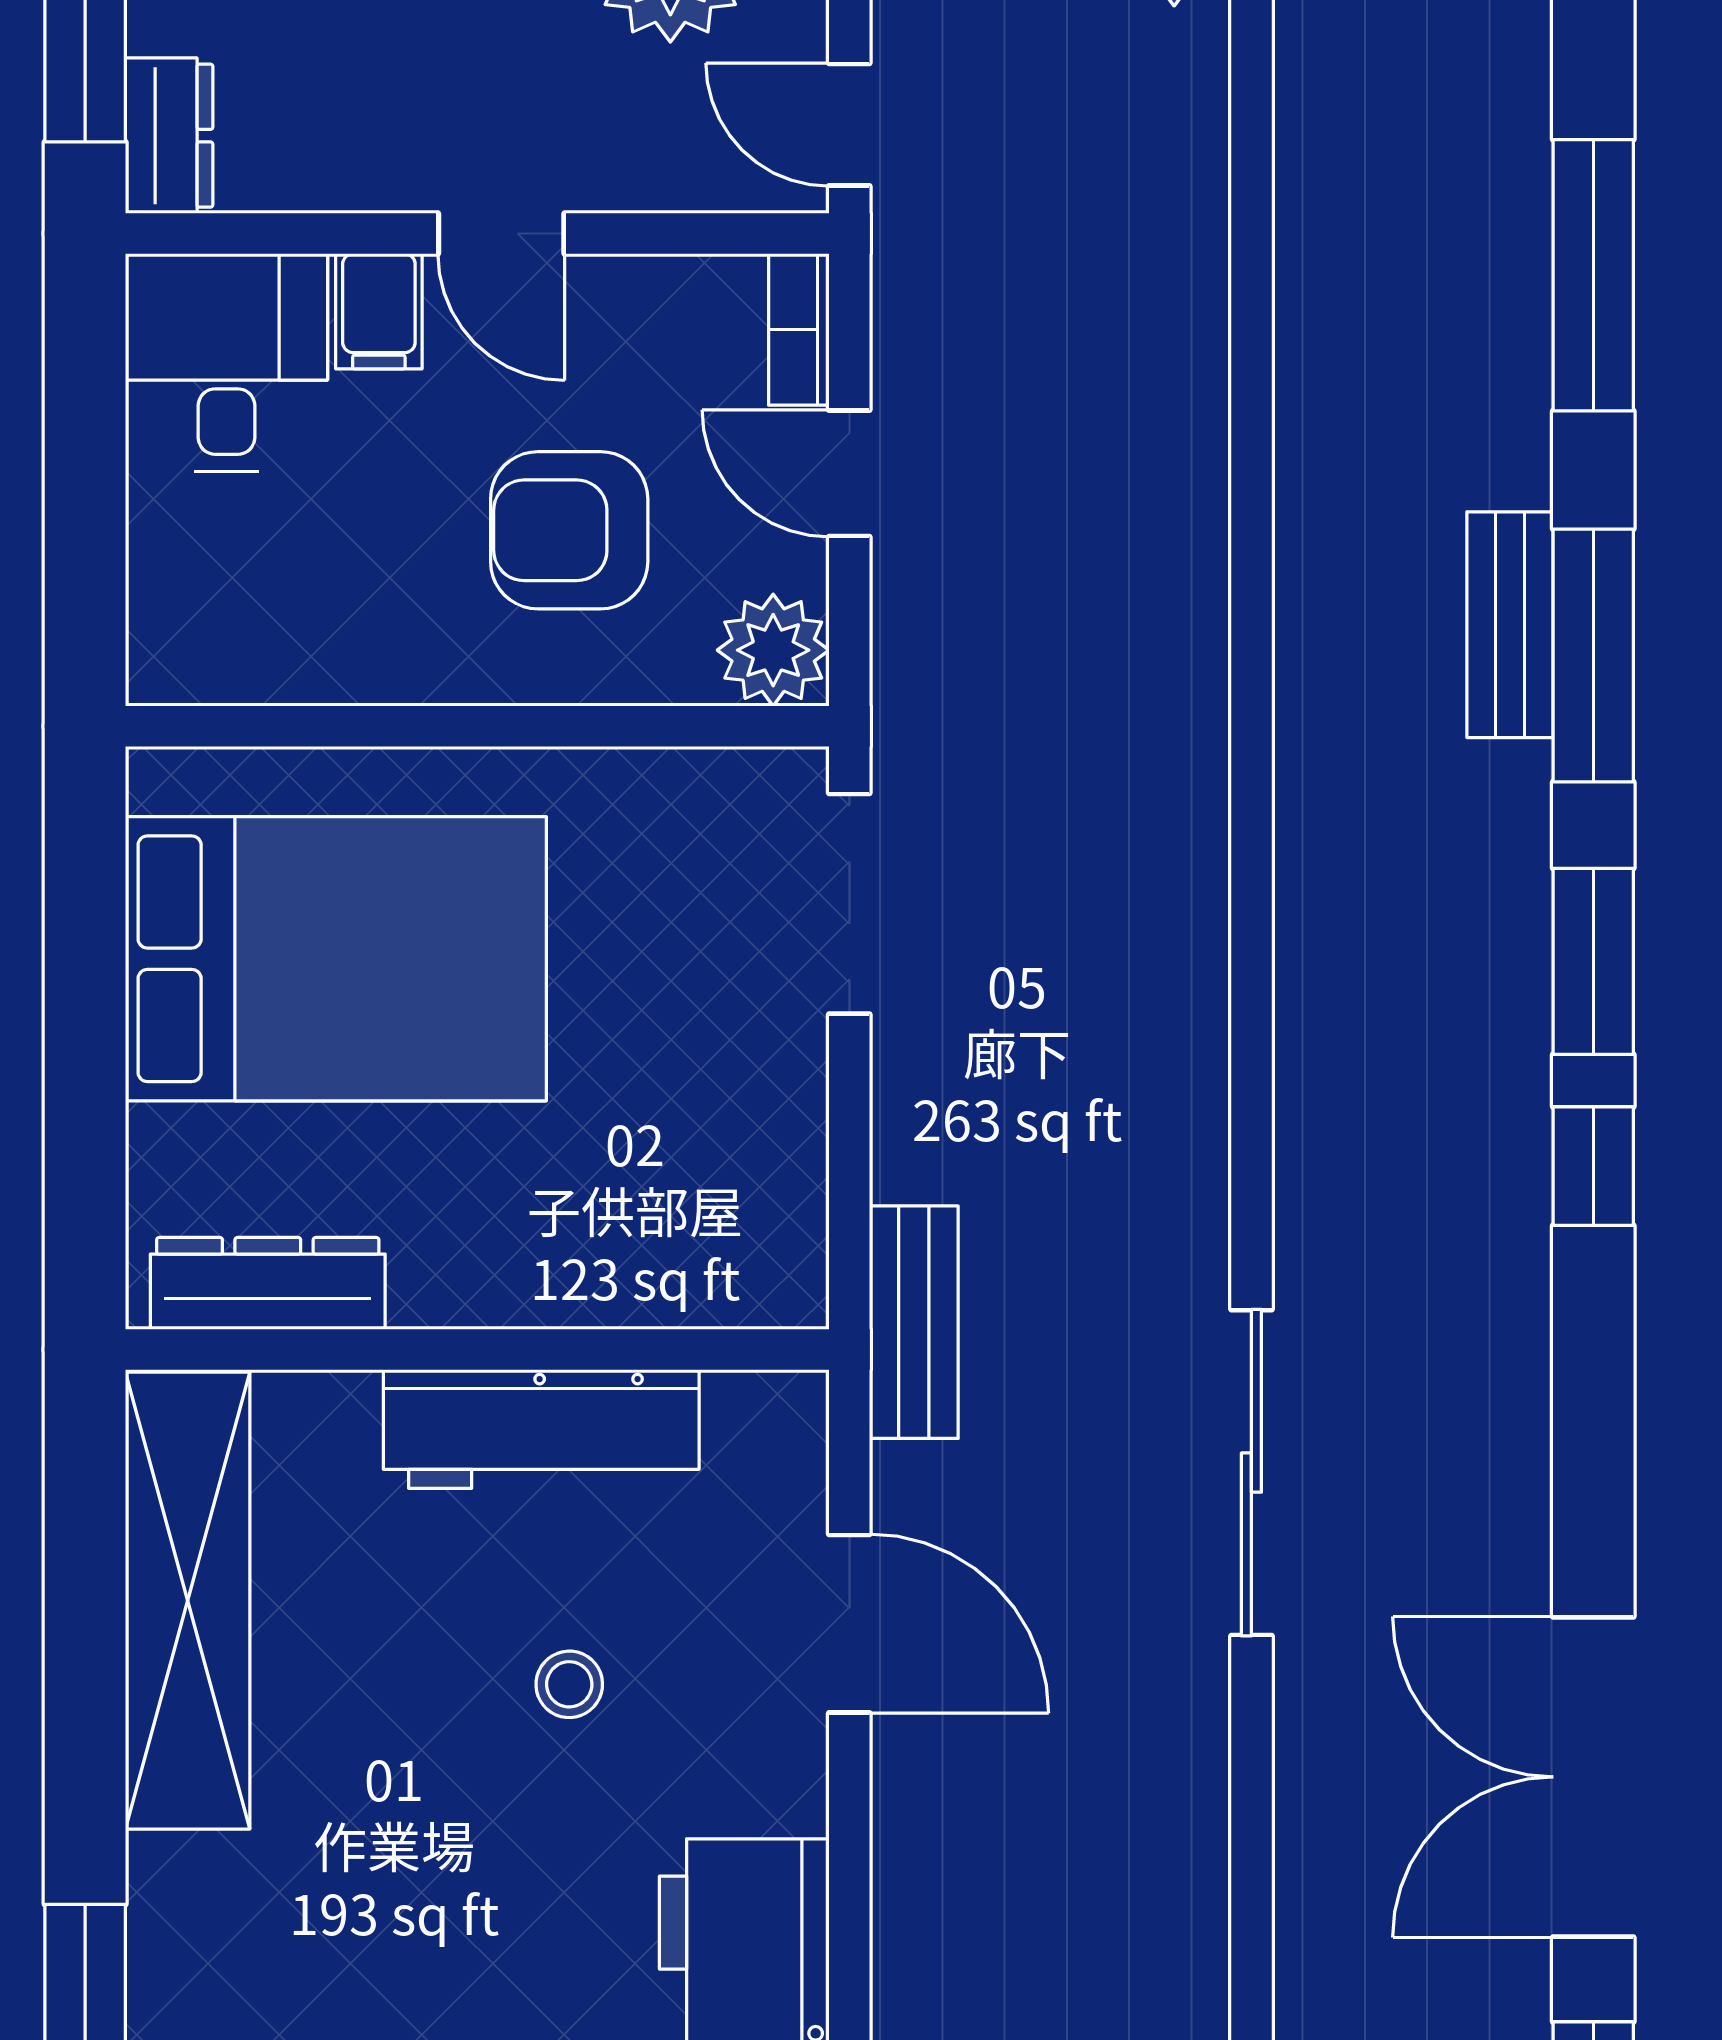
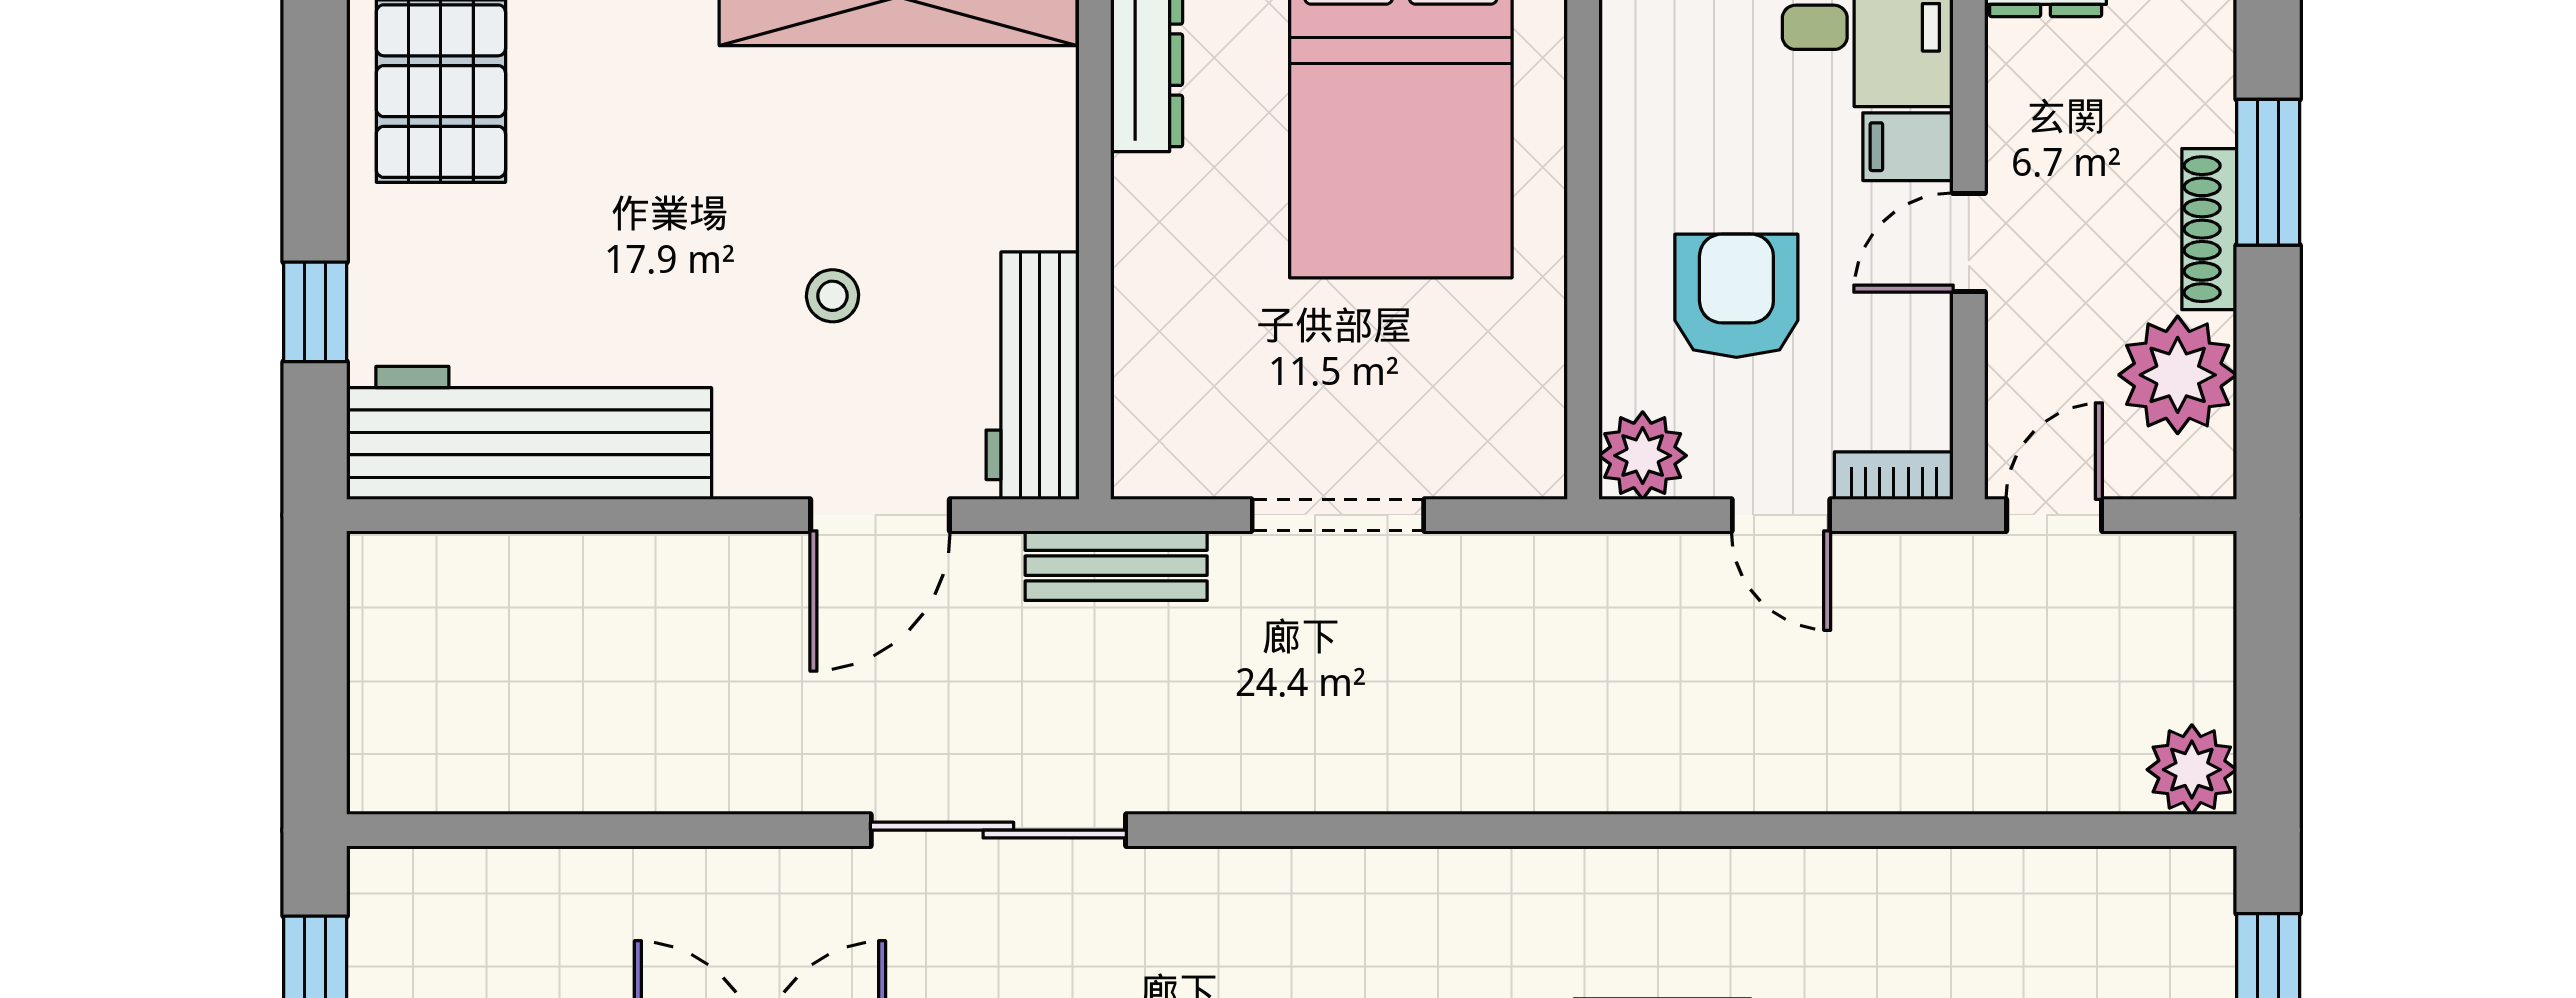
door: (849, 473) -> (1781, 515), swing flipped
doorway: (849, 904) -> (1338, 515), moved
workbench: (541, 1429) -> (1033, 376), moved

